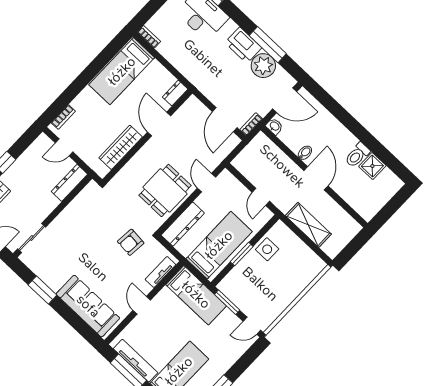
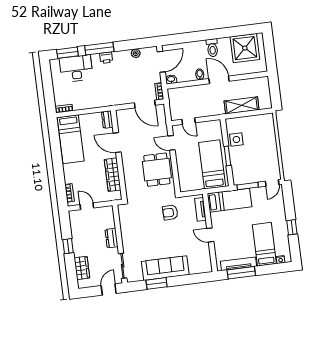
printer: (243, 45) -> (106, 58), width x0.53, depth x0.68
window: (268, 45) -> (99, 49), moved
plant: (263, 66) -> (136, 53), width x0.53, depth x0.53
door: (64, 147) -> (87, 206), swing flipped
toilet: (357, 155) -> (212, 48), moved
shower: (372, 166) -> (245, 48), width x1.86, depth x1.86
dresser: (69, 183) -> (111, 238), moved, width x0.70
door: (261, 197) -> (189, 121), moved
dresser: (183, 224) -> (184, 175), removed
armchair: (131, 242) -> (170, 212), turned 84
sofa: (88, 306) -> (165, 268), moved

